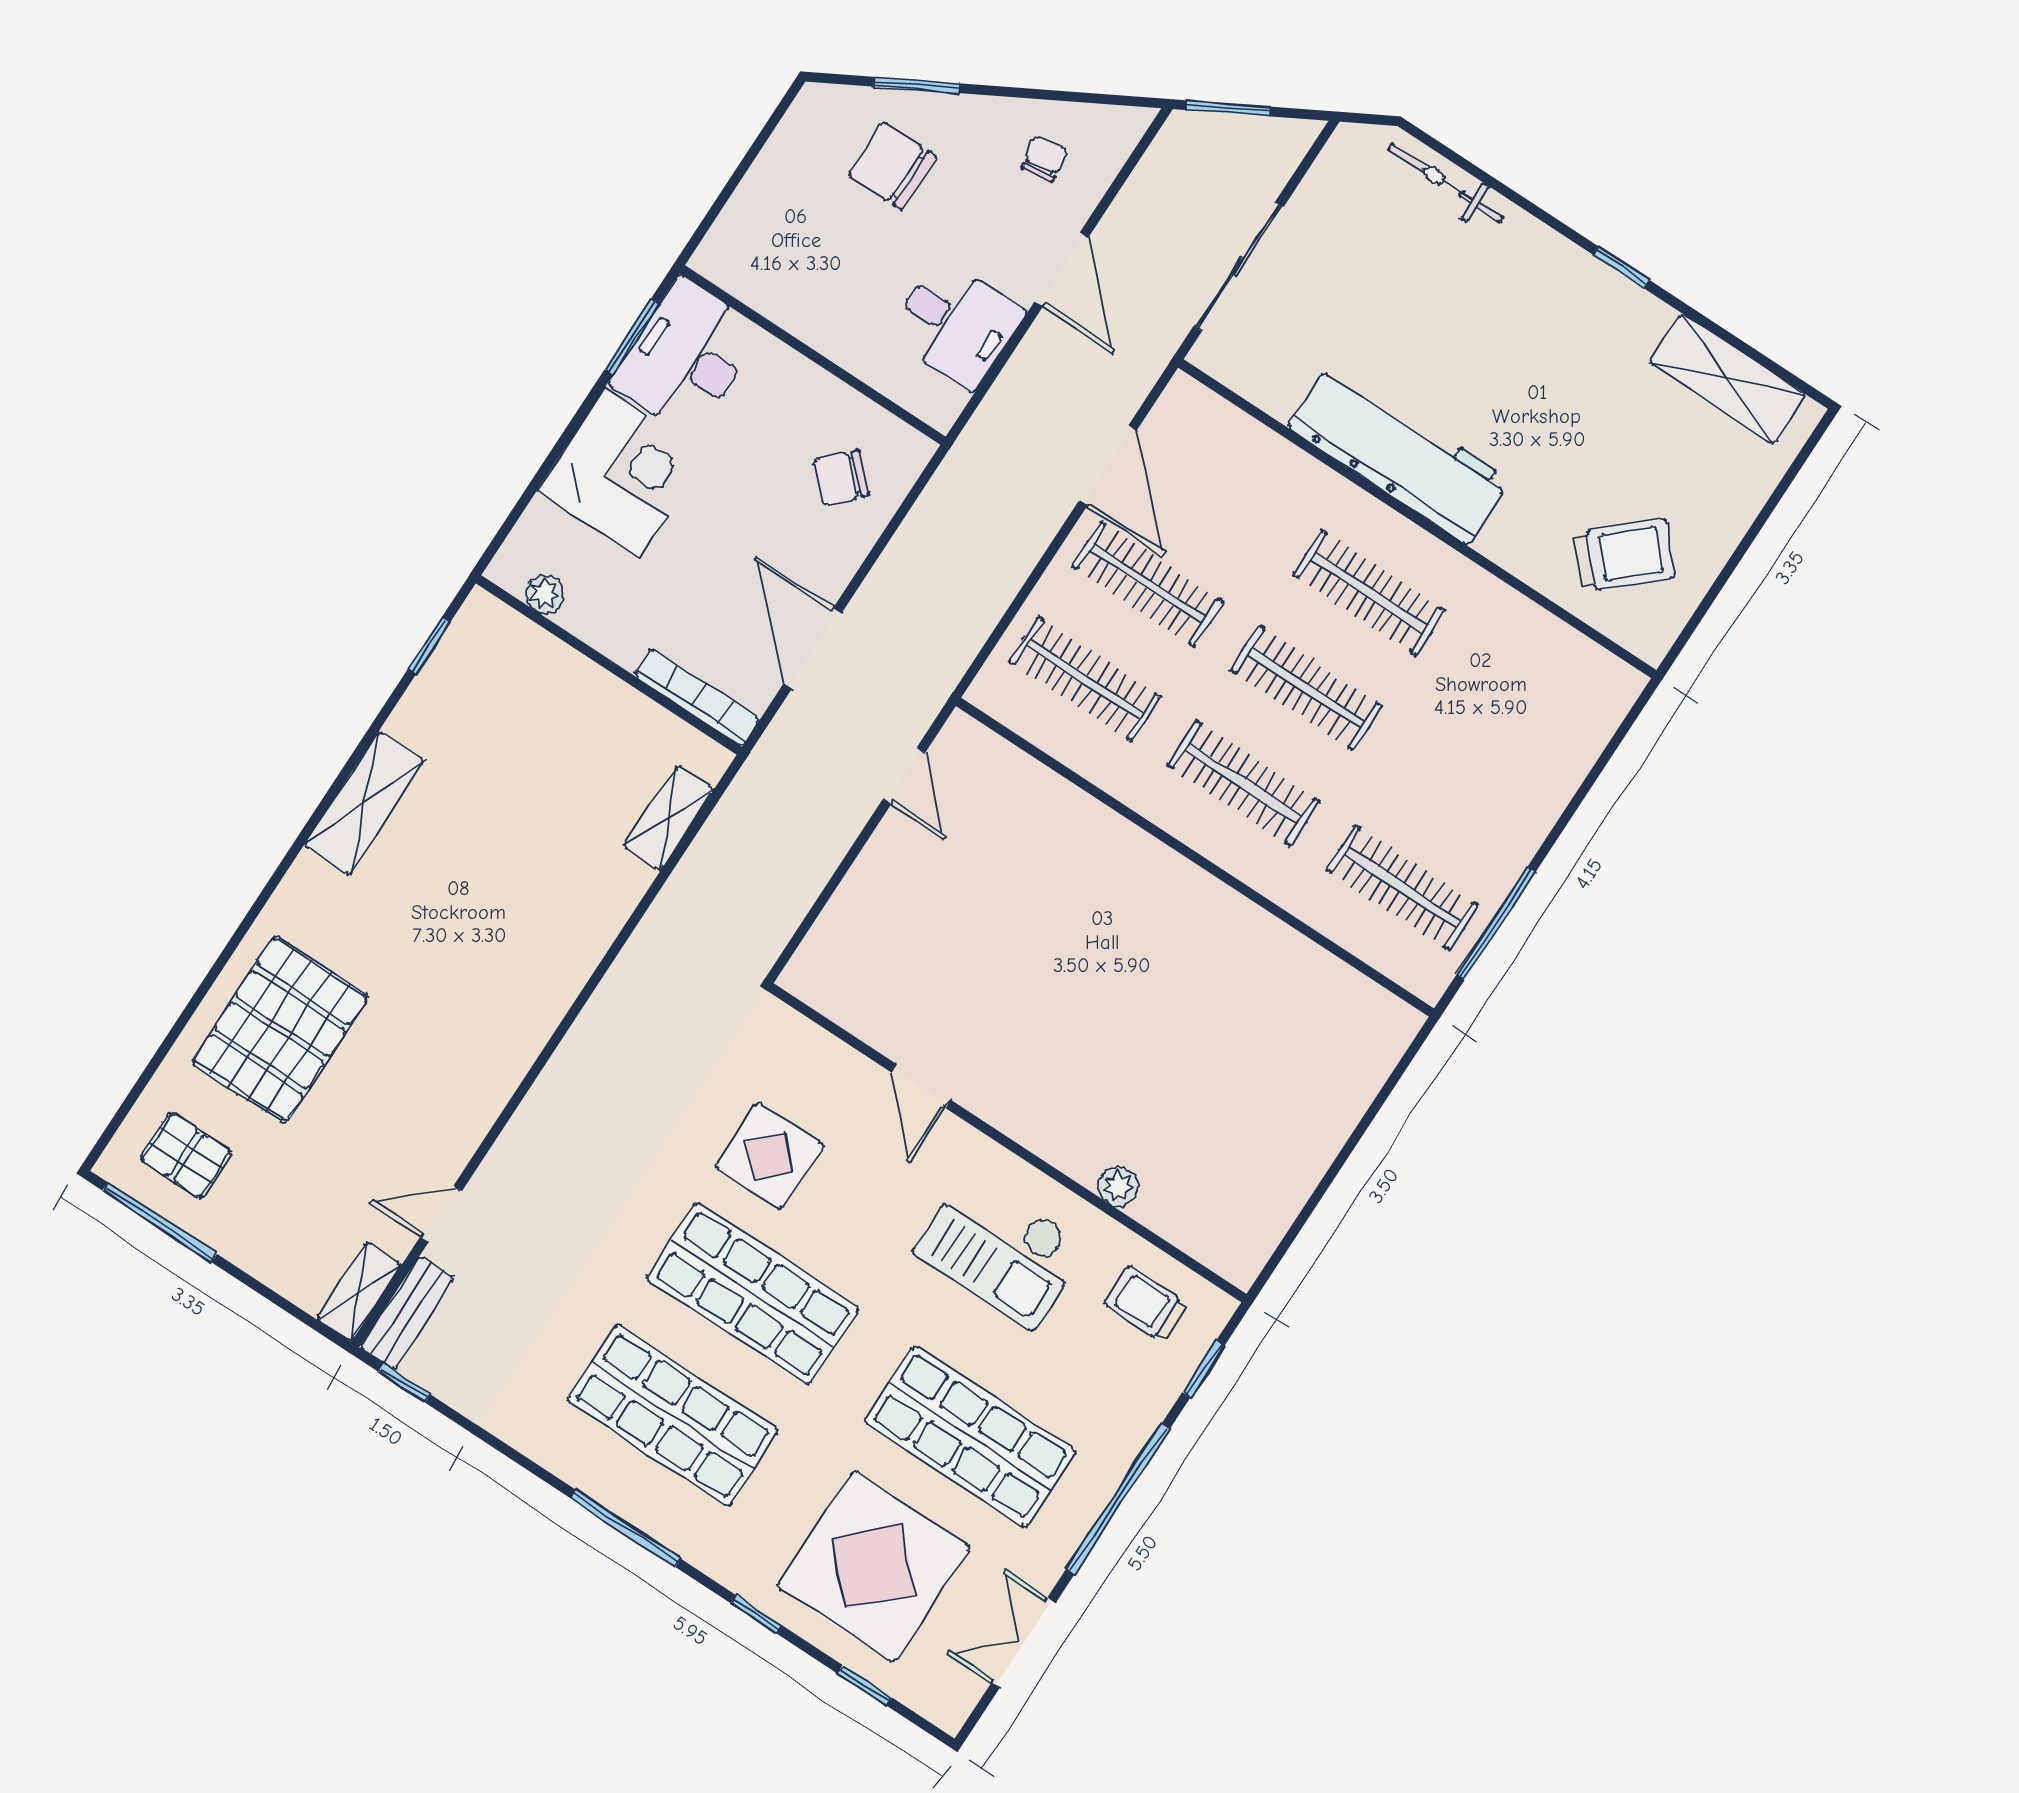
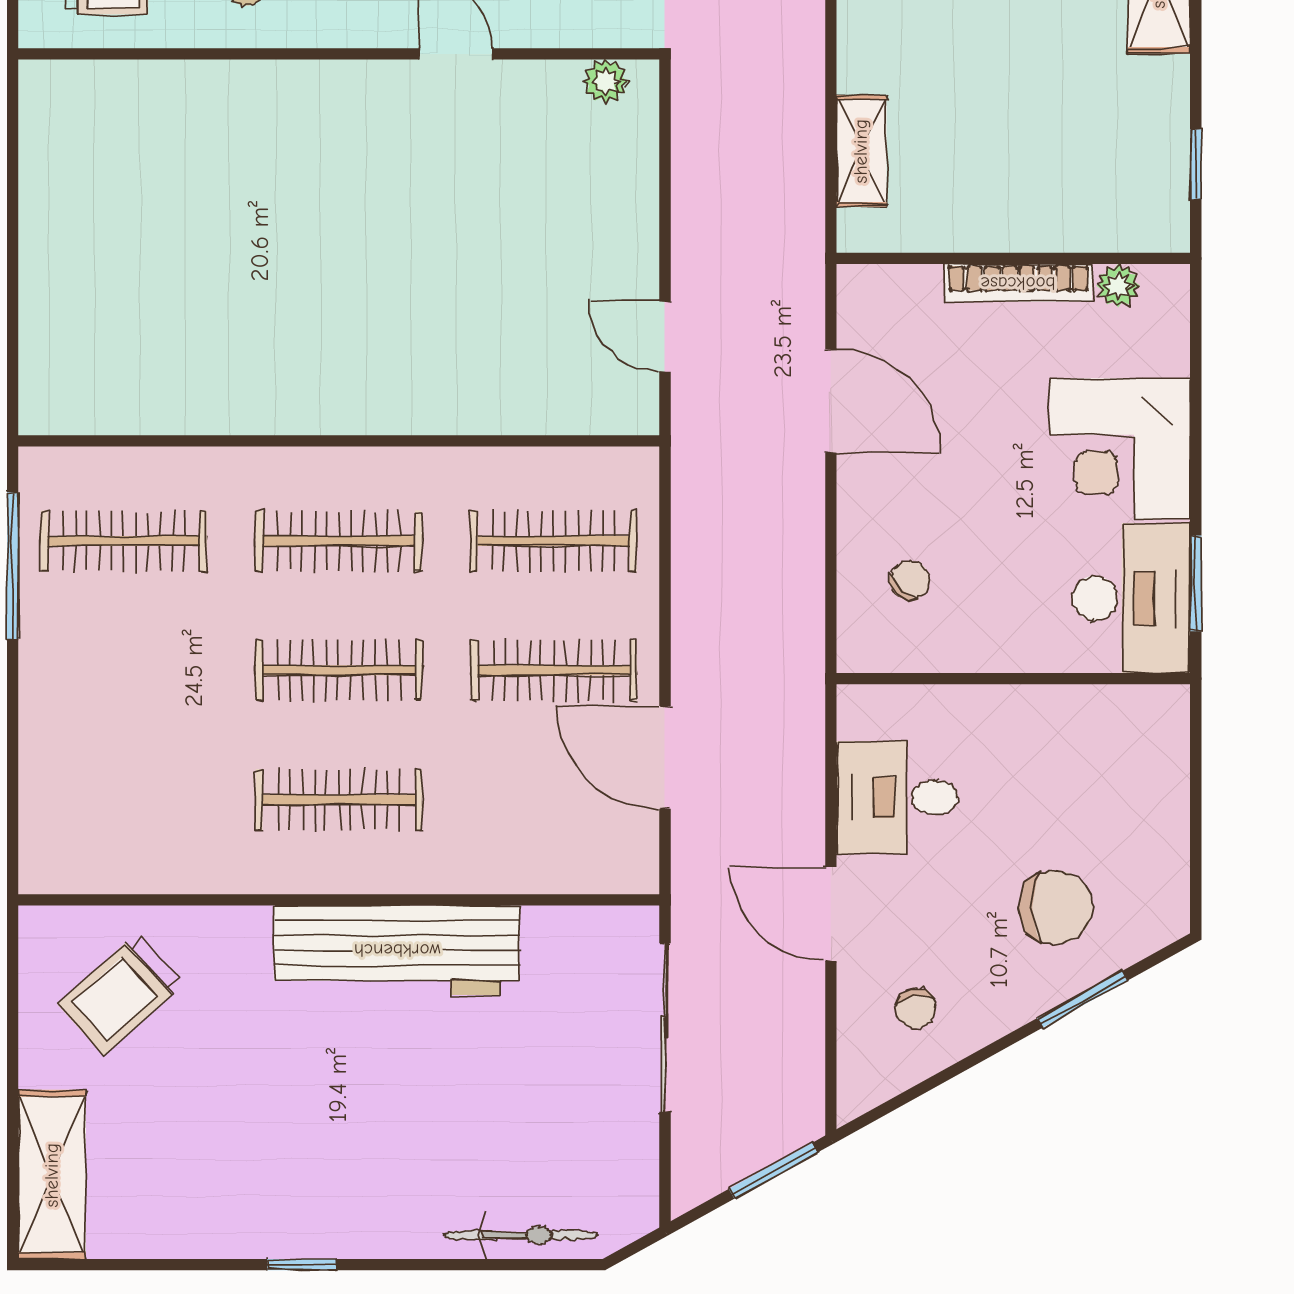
shelving: (1727, 379) -> (52, 1175), moved, turned 90
chair: (841, 478) -> (910, 580), width x0.73, depth x0.73
bookcase: (697, 697) -> (1018, 283), moved
plant: (1118, 1186) -> (606, 81), moved

